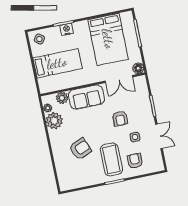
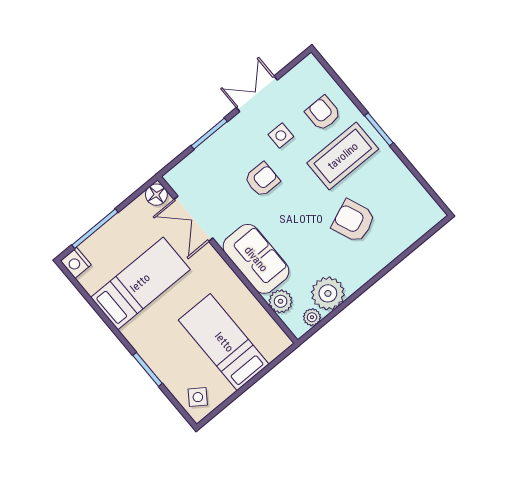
nightstand: (67, 29) -> (76, 263), moved
bed: (108, 39) -> (140, 283), width x0.67
double door: (119, 79) -> (193, 219), swing flipped
armchair: (135, 161) -> (323, 113), turned 90

